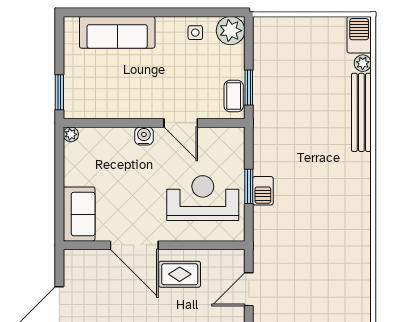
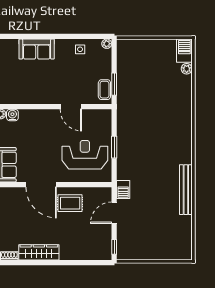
plant: (231, 31) -> (107, 44), width x0.53, depth x0.53
sofa: (117, 32) -> (37, 49), width x0.73
bench: (361, 112) -> (186, 190), moved
water cooler: (144, 136) -> (12, 115), moved
barbecue: (263, 191) -> (123, 189), moved

